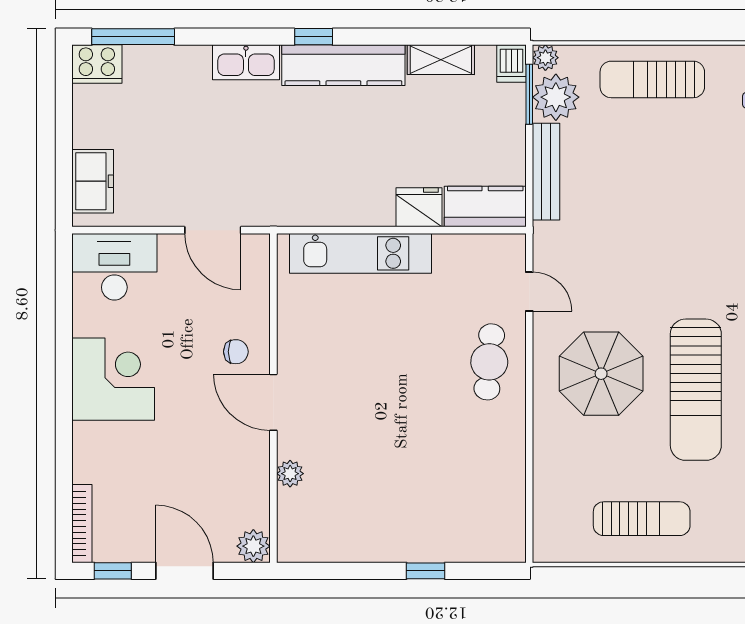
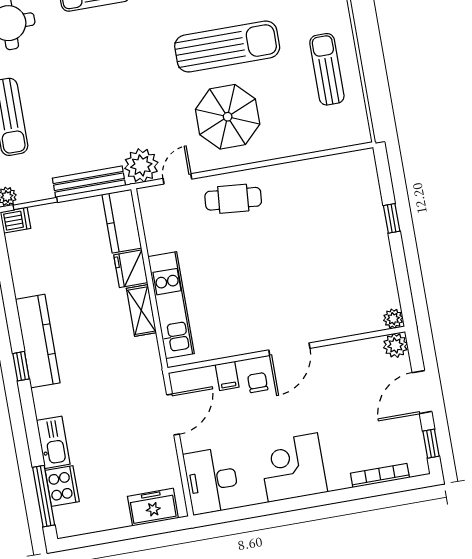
shelving: (441, 60) -> (141, 311), moved
kitchen sink: (246, 62) -> (53, 442), moved
cooker: (97, 64) -> (62, 486), moved
plant: (556, 97) -> (141, 165), moved
filing cabinet: (252, 312) -> (227, 376), added
plant: (290, 474) -> (393, 319), moved
bookcase: (82, 524) -> (380, 475), moved

